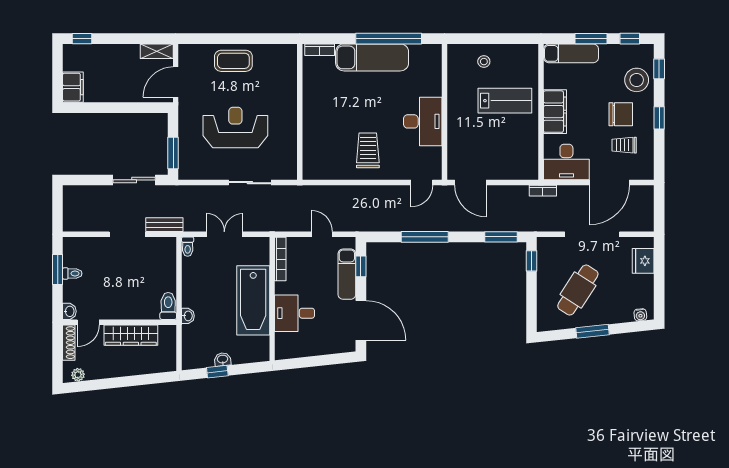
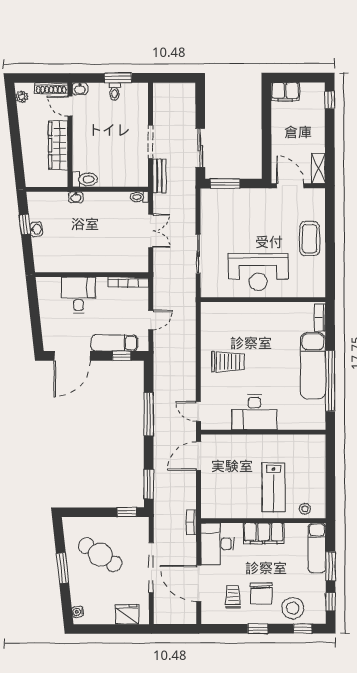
stool: (484, 62) -> (305, 509), moved
reception desk: (235, 127) -> (258, 272), moved, turned 90
bathtub: (253, 300) -> (90, 257), removed

